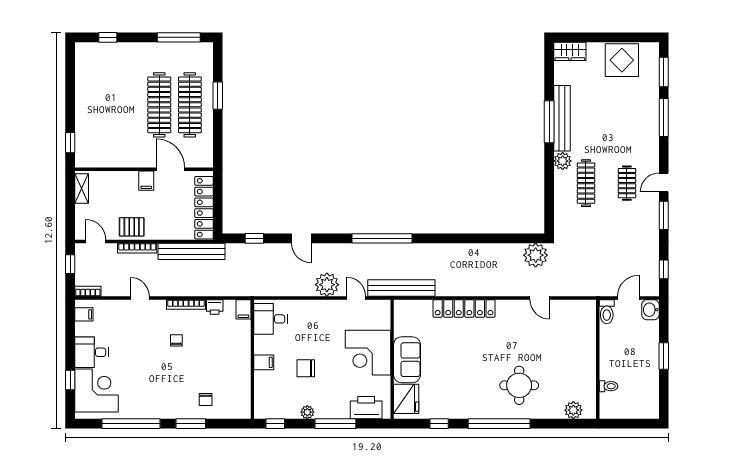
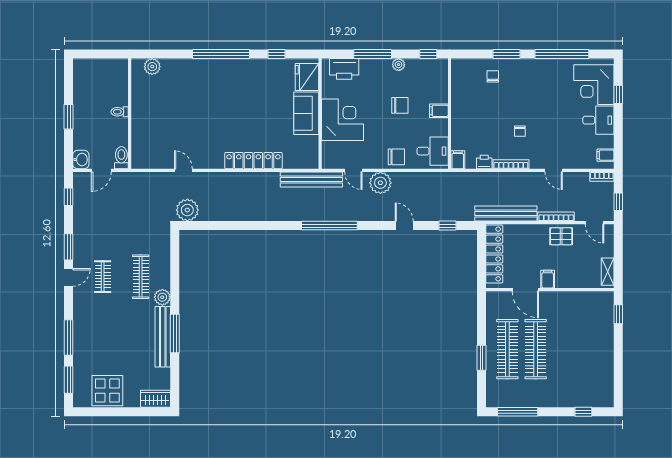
chair: (310, 312) -> (396, 157), added
round table: (519, 385) -> (202, 89), removed
toilet: (609, 386) -> (120, 112), moved

